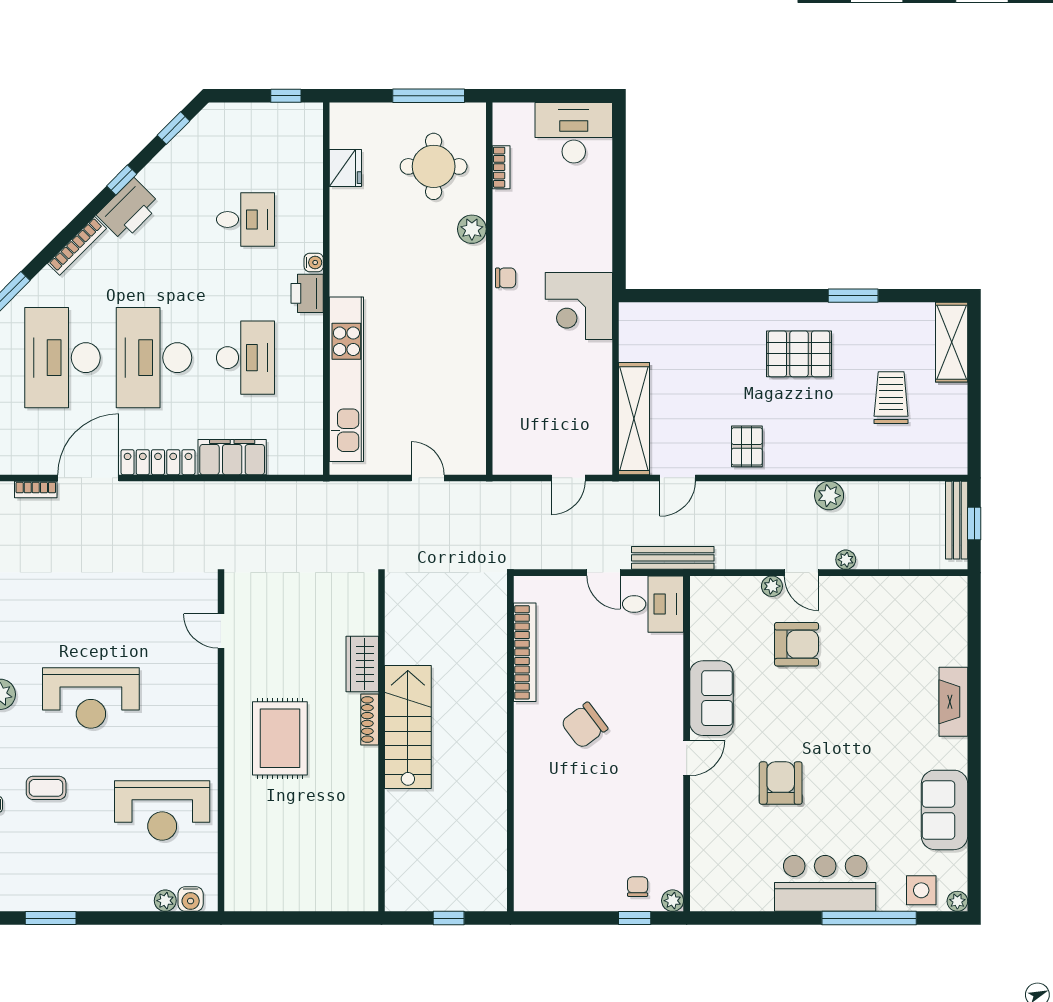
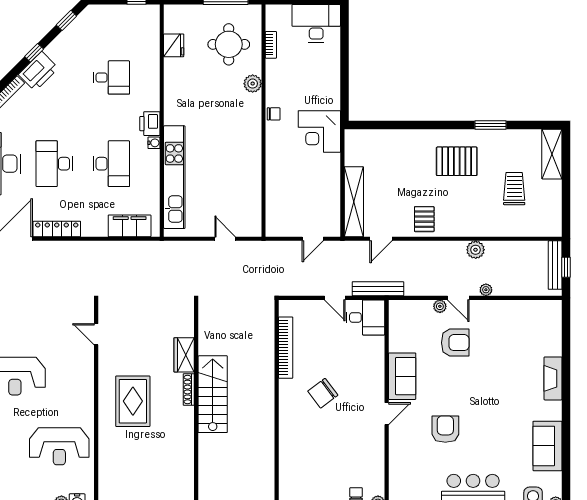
water cooler: (314, 263) -> (154, 143), moved
desk: (154, 358) -> (54, 164), width x0.73, depth x0.77
filing cabinet: (232, 457) -> (130, 226), moved

